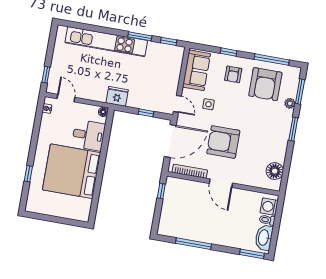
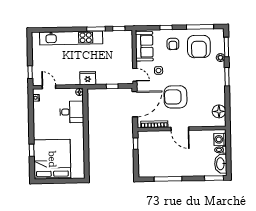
bed: (72, 171) -> (52, 159), moved, turned 90

